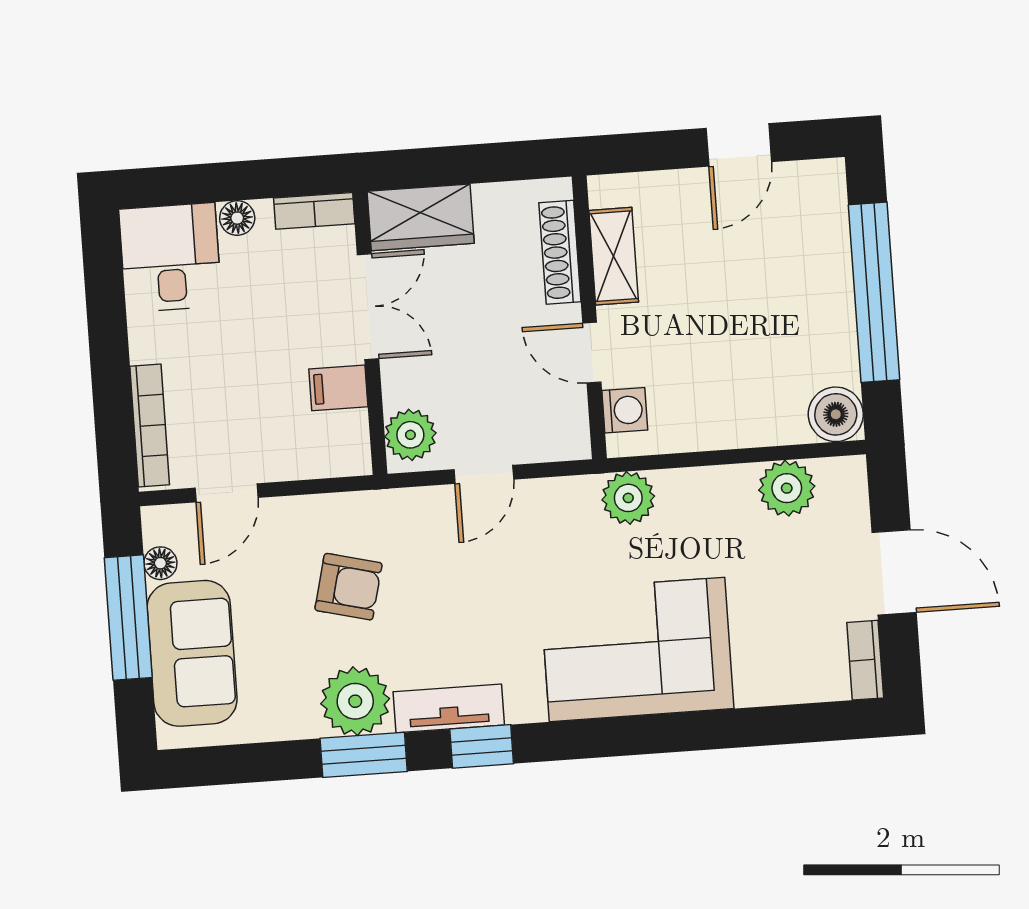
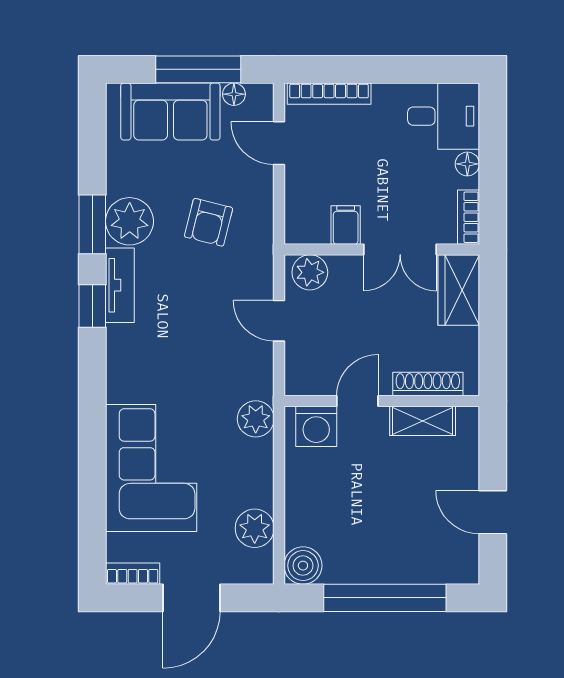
washing machine: (625, 410) -> (316, 426), width x1.38, depth x1.38
corner sofa: (637, 650) -> (151, 468), moved

